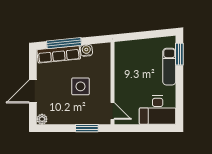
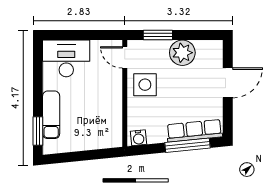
water cooler: (86, 50) -> (139, 138), moved
side table: (80, 86) -> (145, 85), moved
plant: (42, 119) -> (182, 53), moved, width x1.88, depth x1.88

